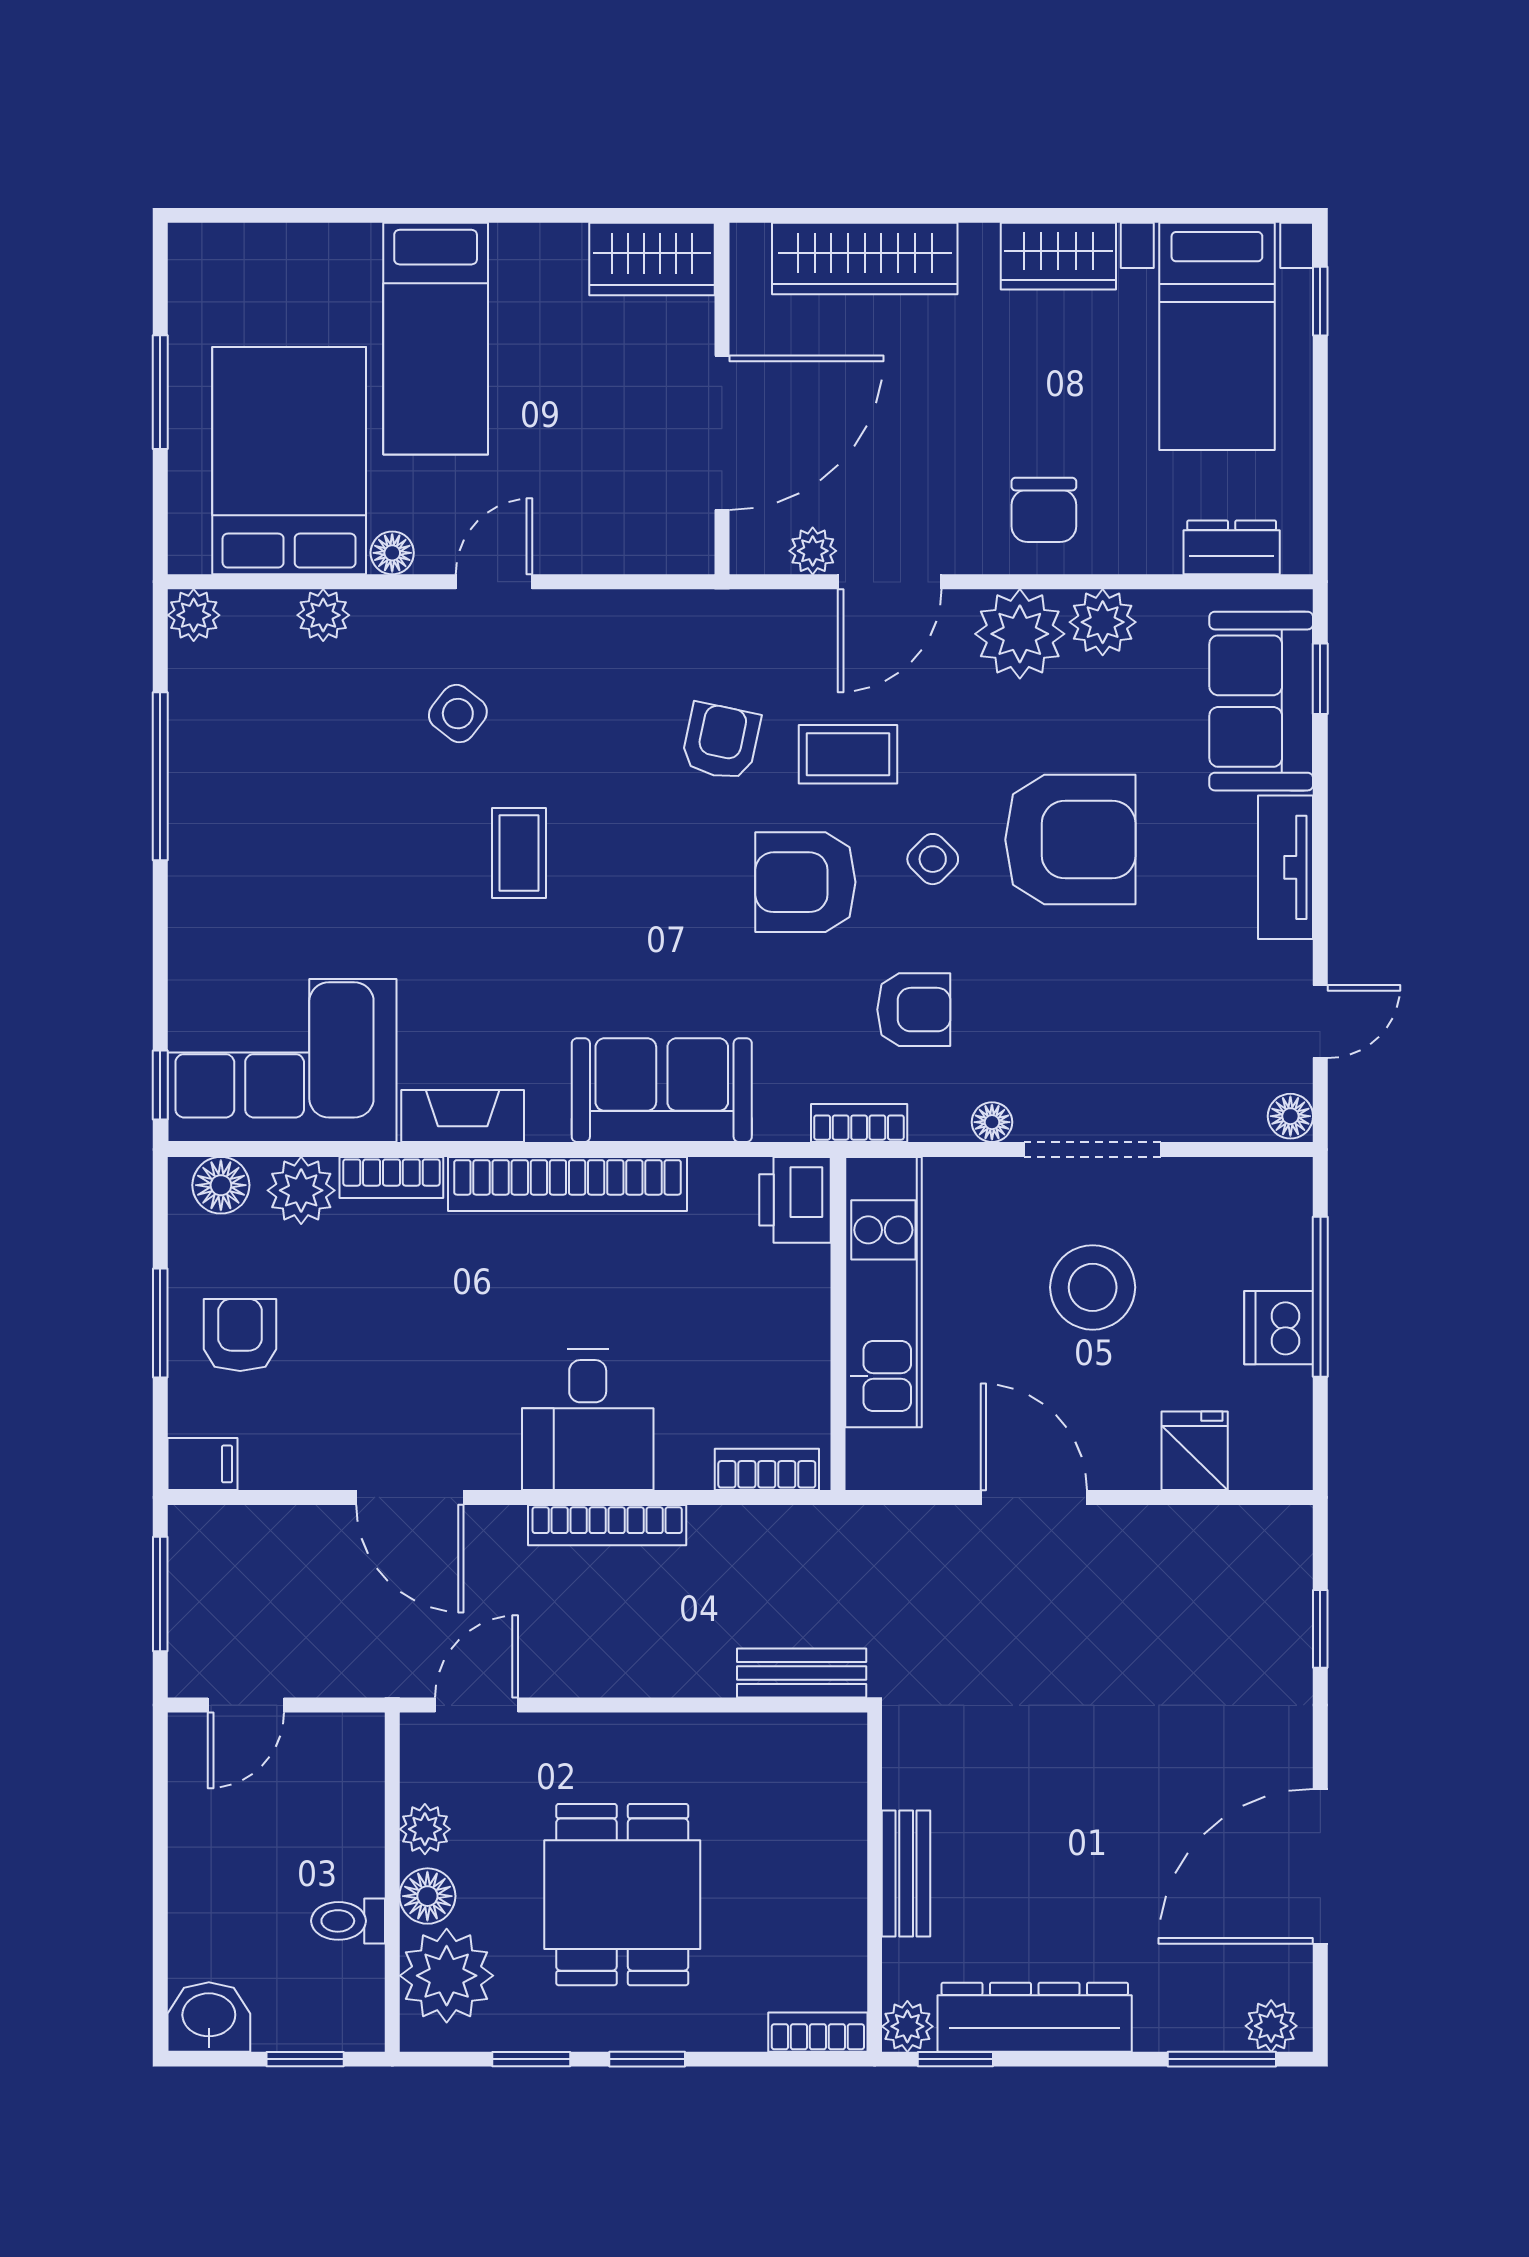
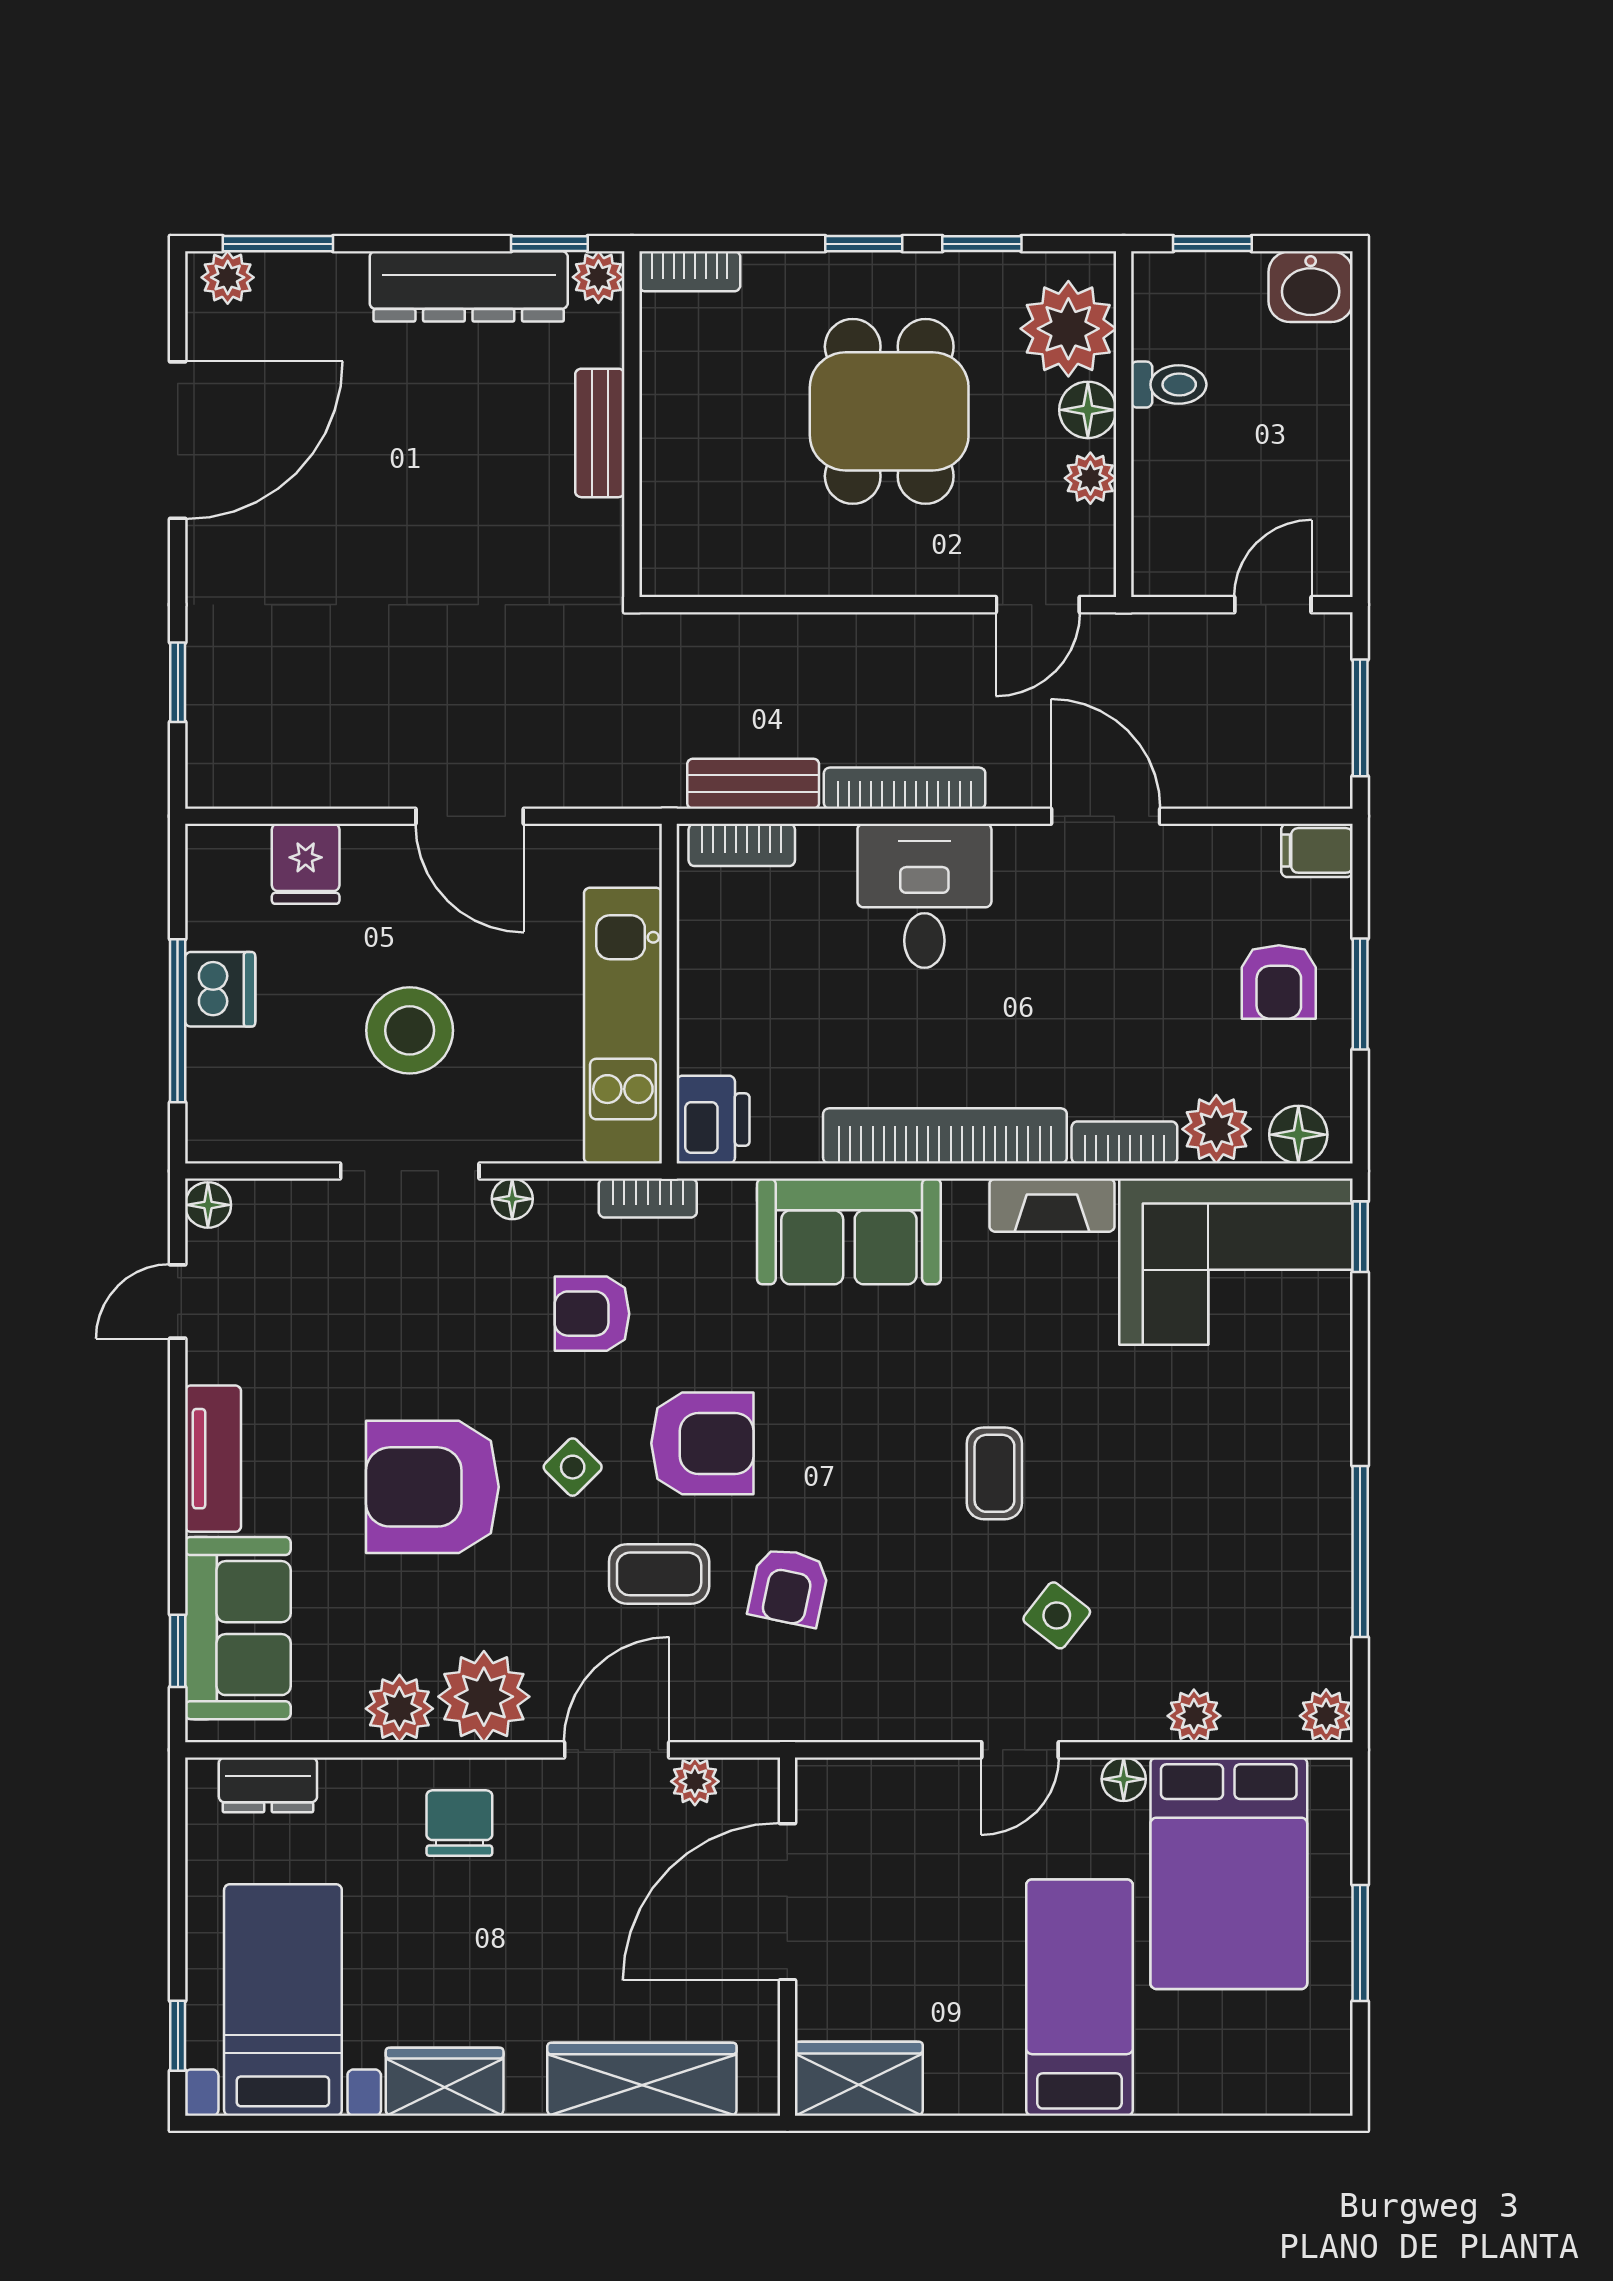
bench: (802, 1673) -> (753, 784), moved

